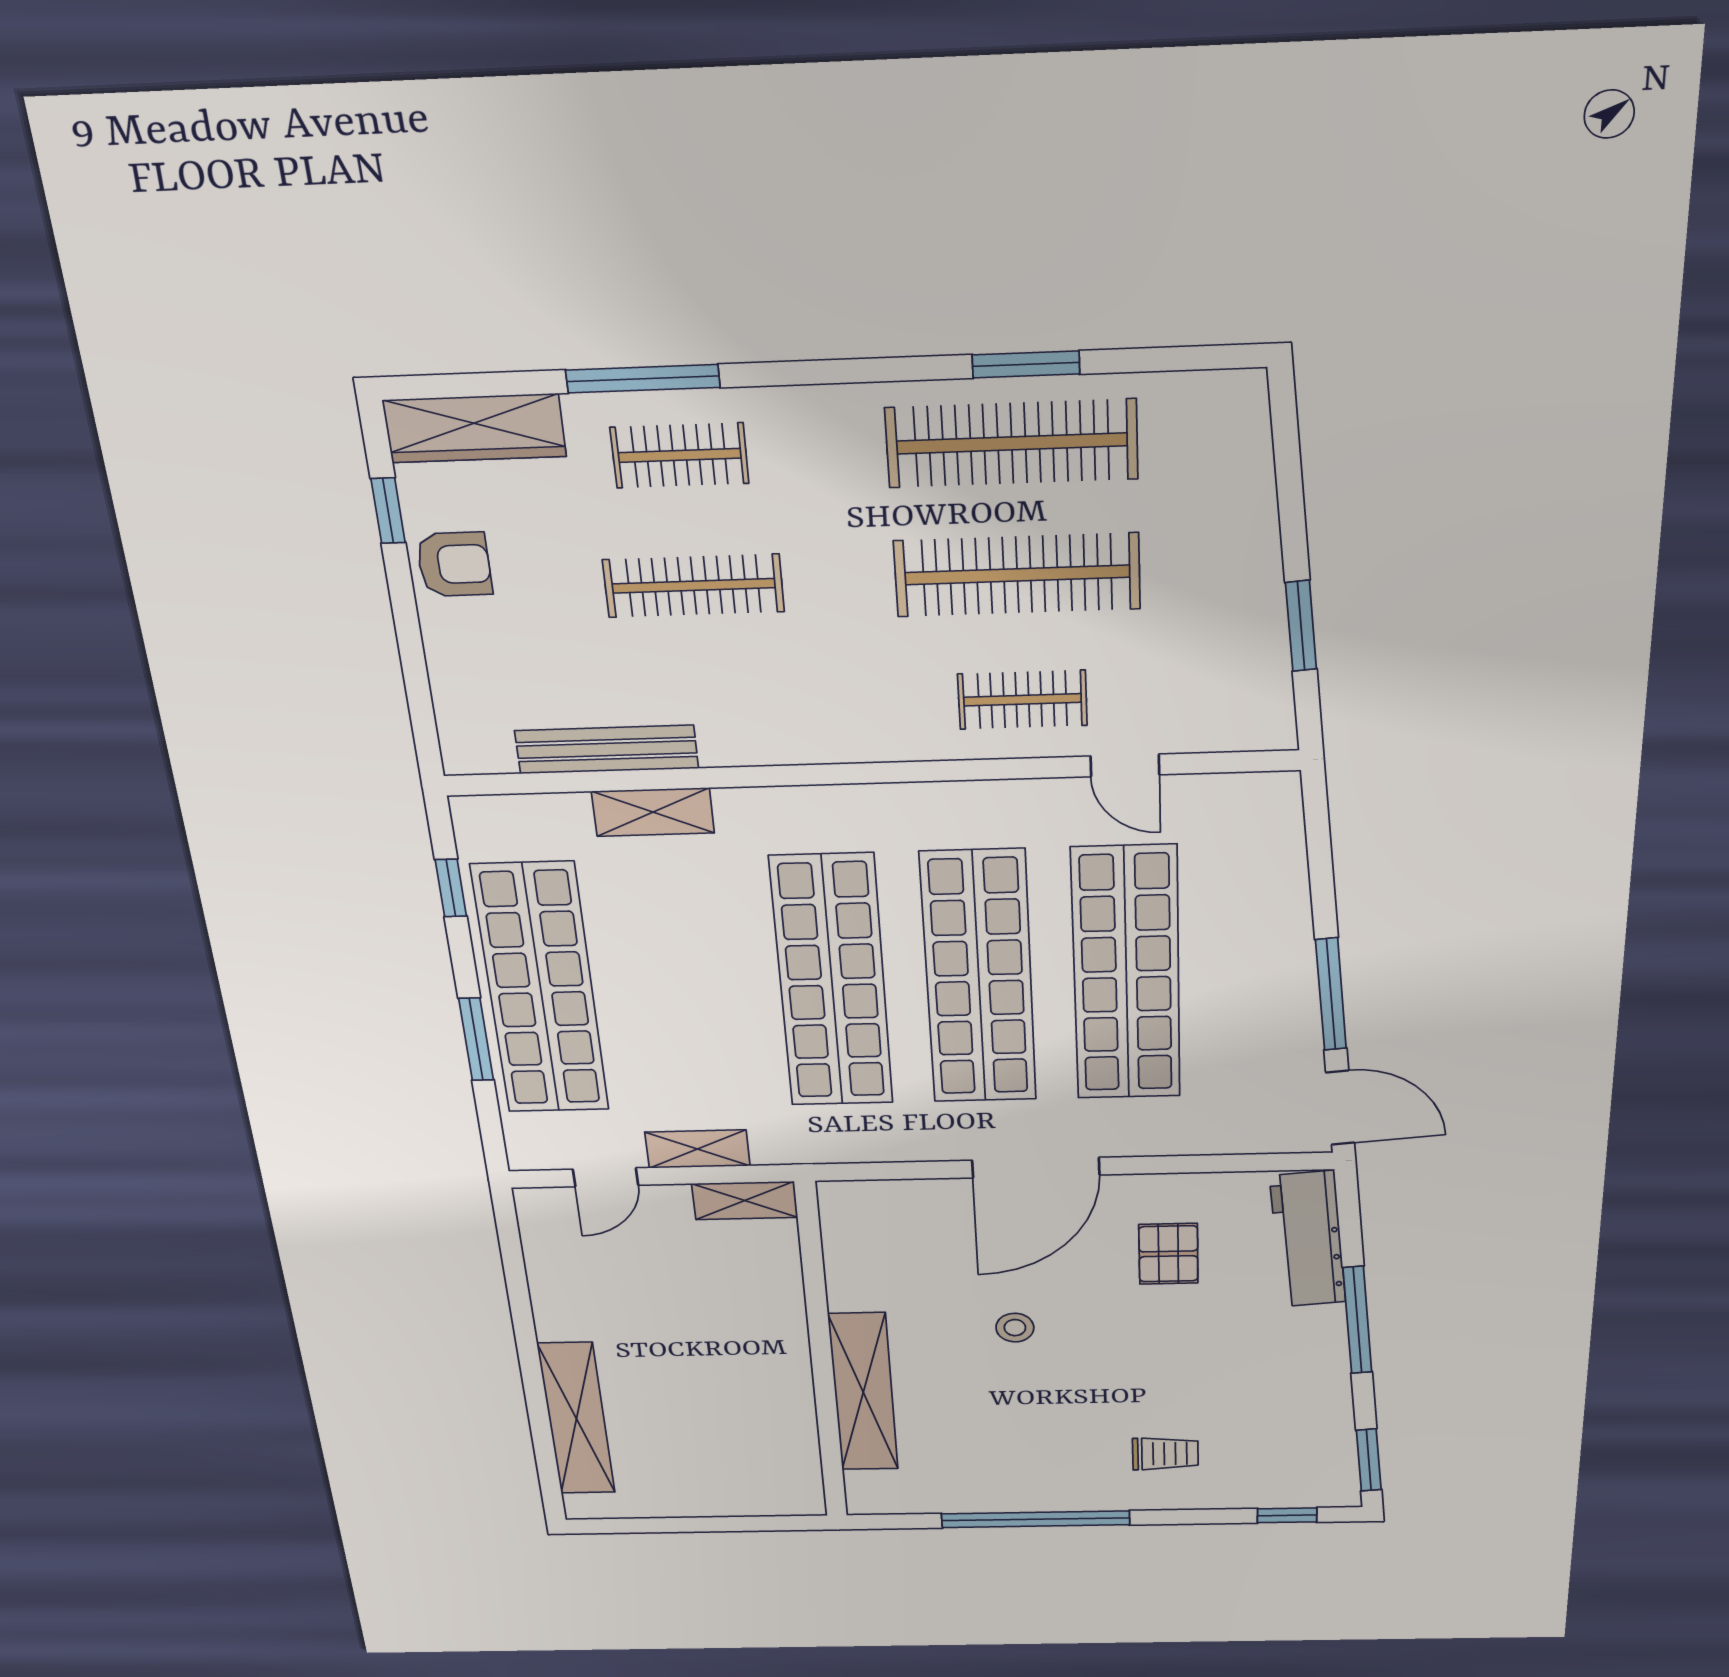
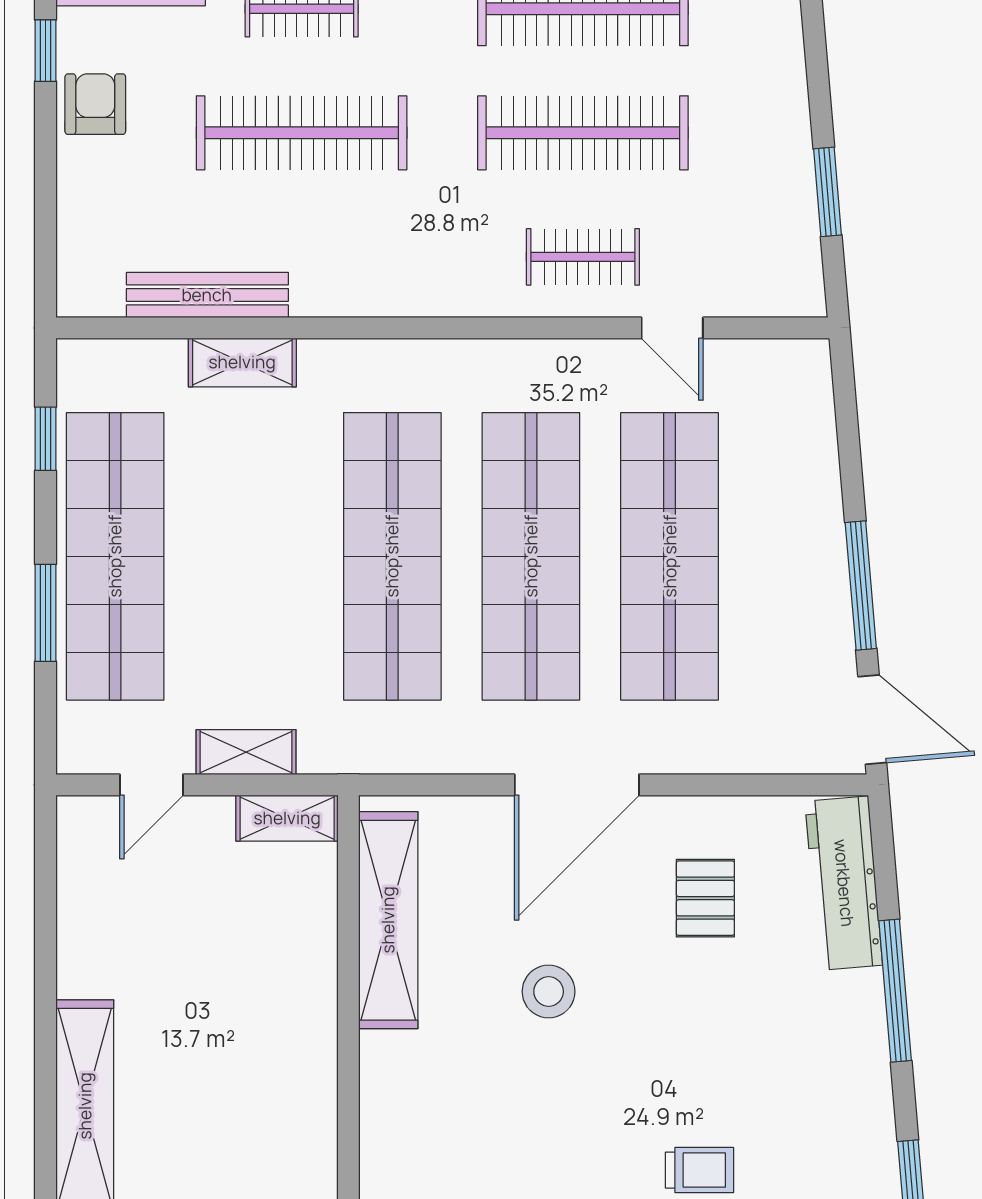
armchair: (454, 564) -> (95, 104), turned -90
clothes rail: (694, 586) -> (302, 133), width x1.37, depth x1.31
stool: (1015, 1328) -> (549, 992), width x1.37, depth x1.37
shelving: (863, 1392) -> (388, 920), moved

